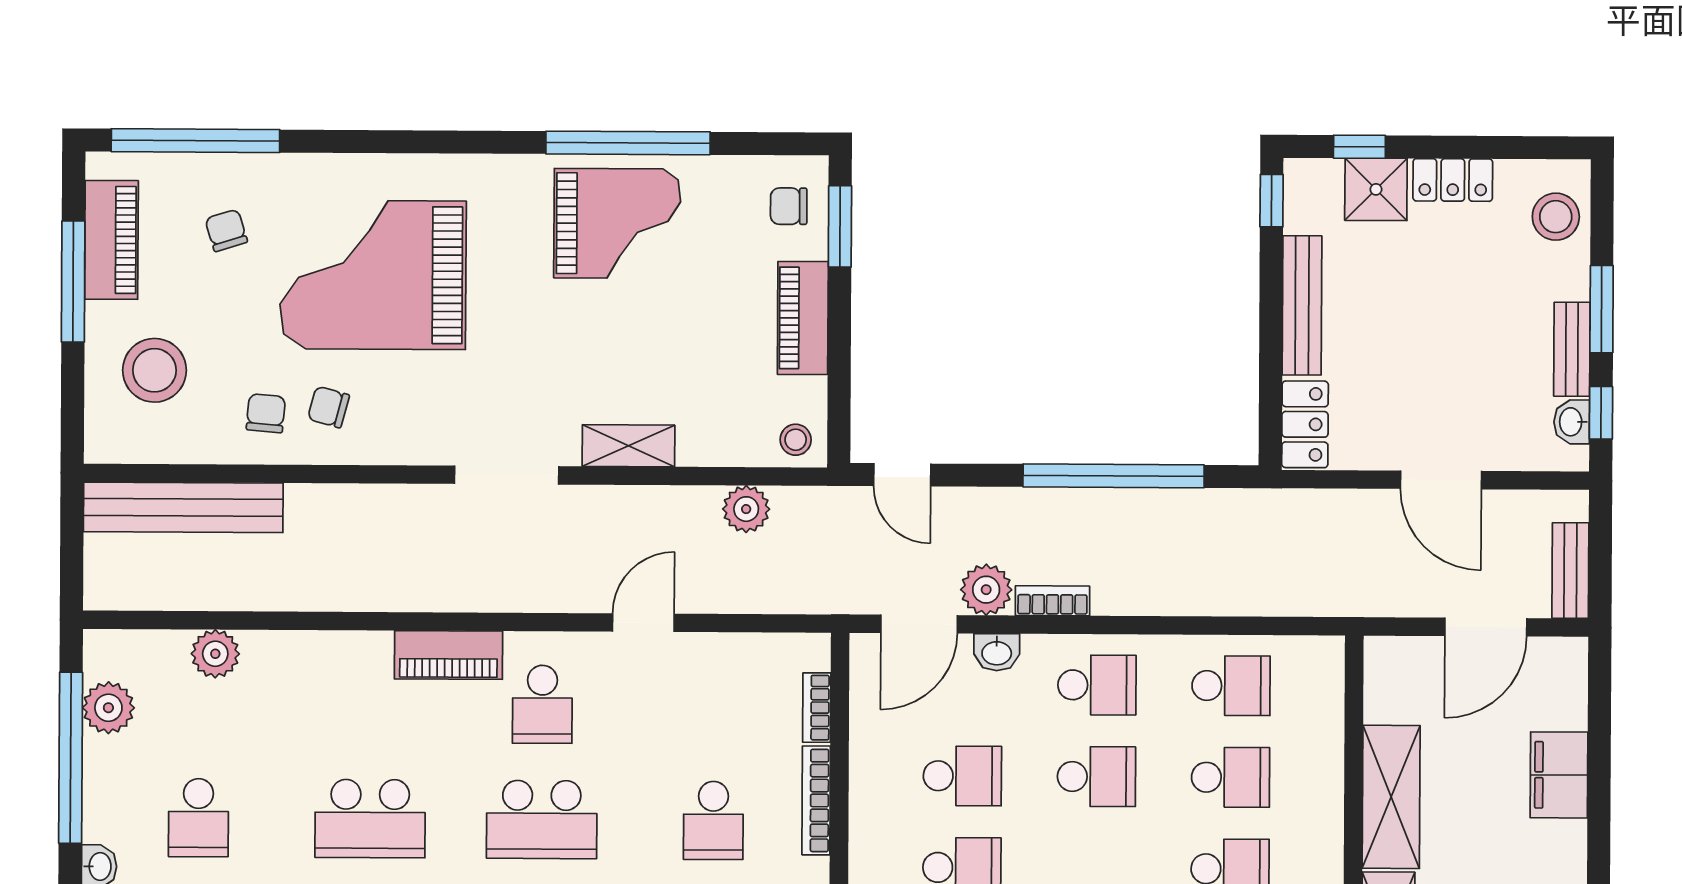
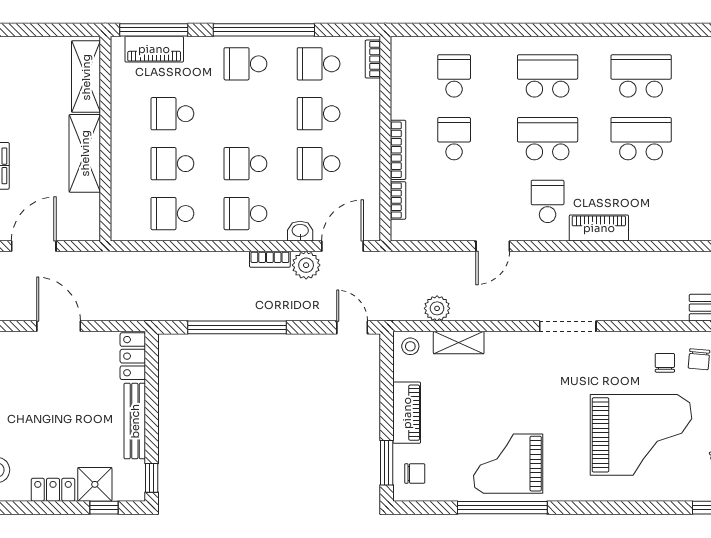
chair: (328, 407) -> (665, 363), turned -105
shelving: (628, 446) -> (459, 343), moved

